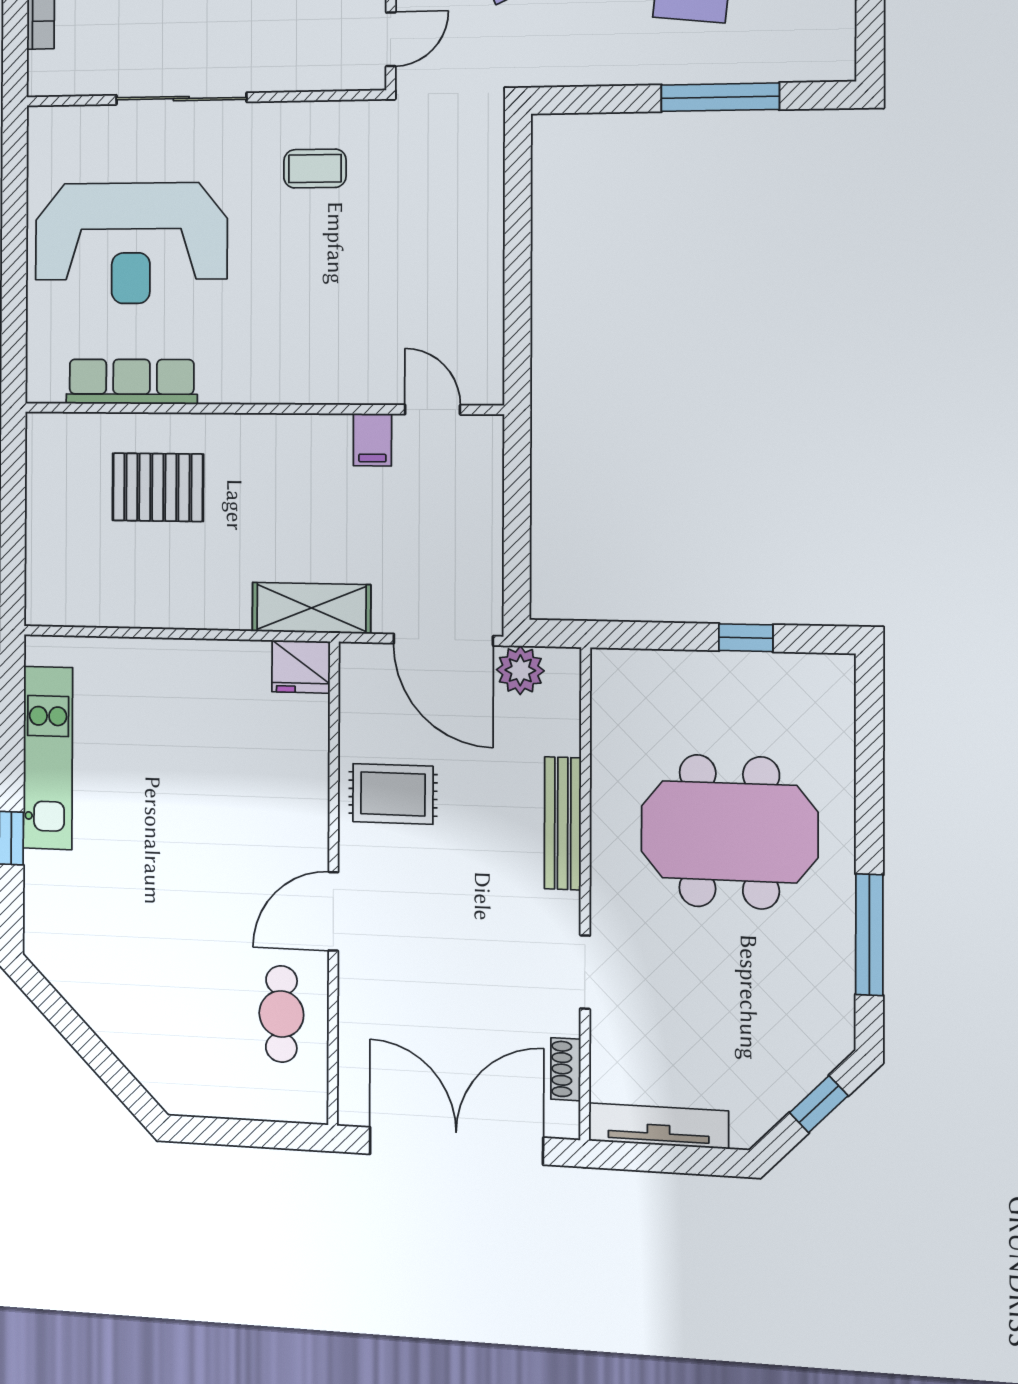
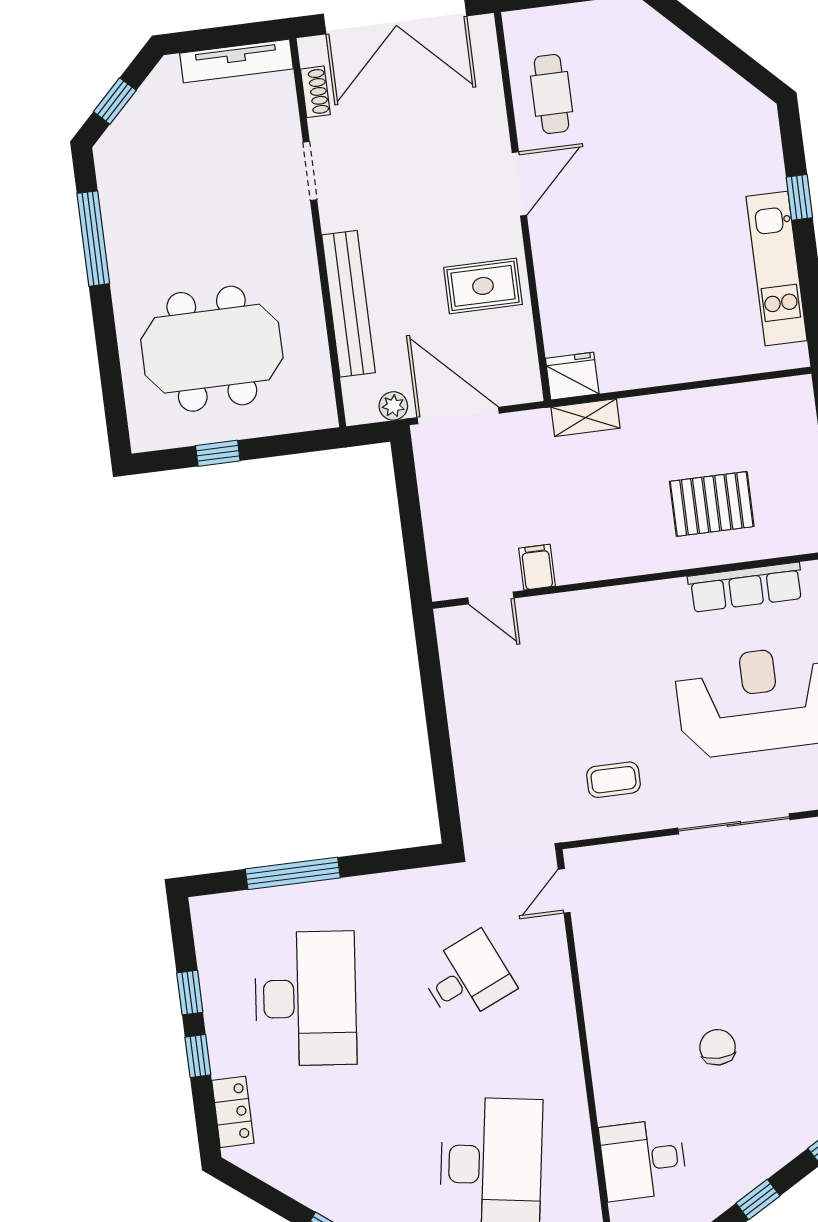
shelving: (311, 608) -> (586, 418), width x0.67, depth x0.75
plant: (520, 670) -> (393, 406), width x0.73, depth x0.73
bench: (563, 823) -> (348, 304), width x1.37, depth x1.21
meeting table: (729, 832) -> (212, 349), moved

